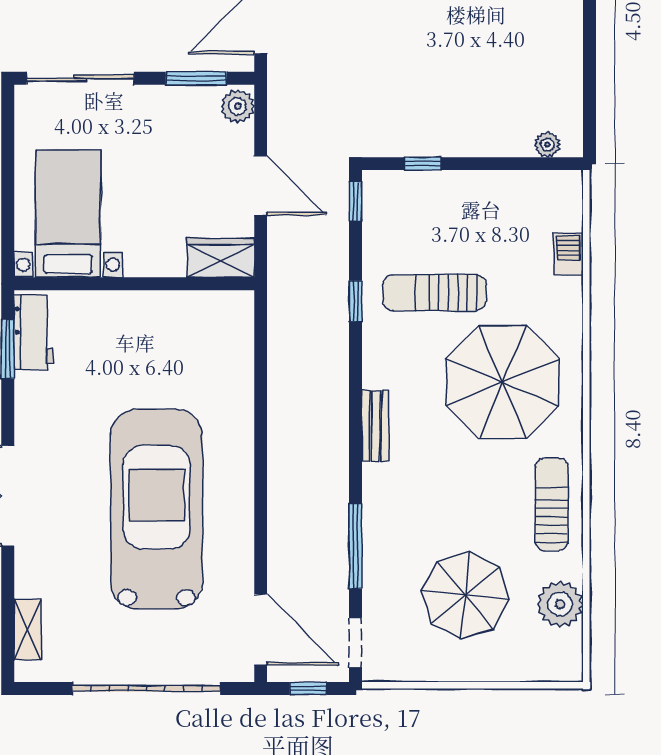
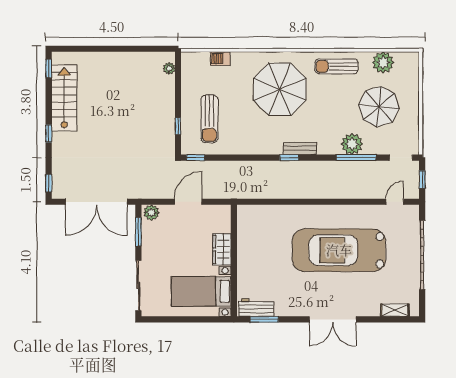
wardrobe: (221, 258) -> (222, 249), moved
sun lounger: (434, 293) -> (209, 119), moved
window: (356, 301) -> (289, 158), moved
plant: (385, 538) -> (352, 144), added
door: (261, 630) -> (395, 202), width x0.53

